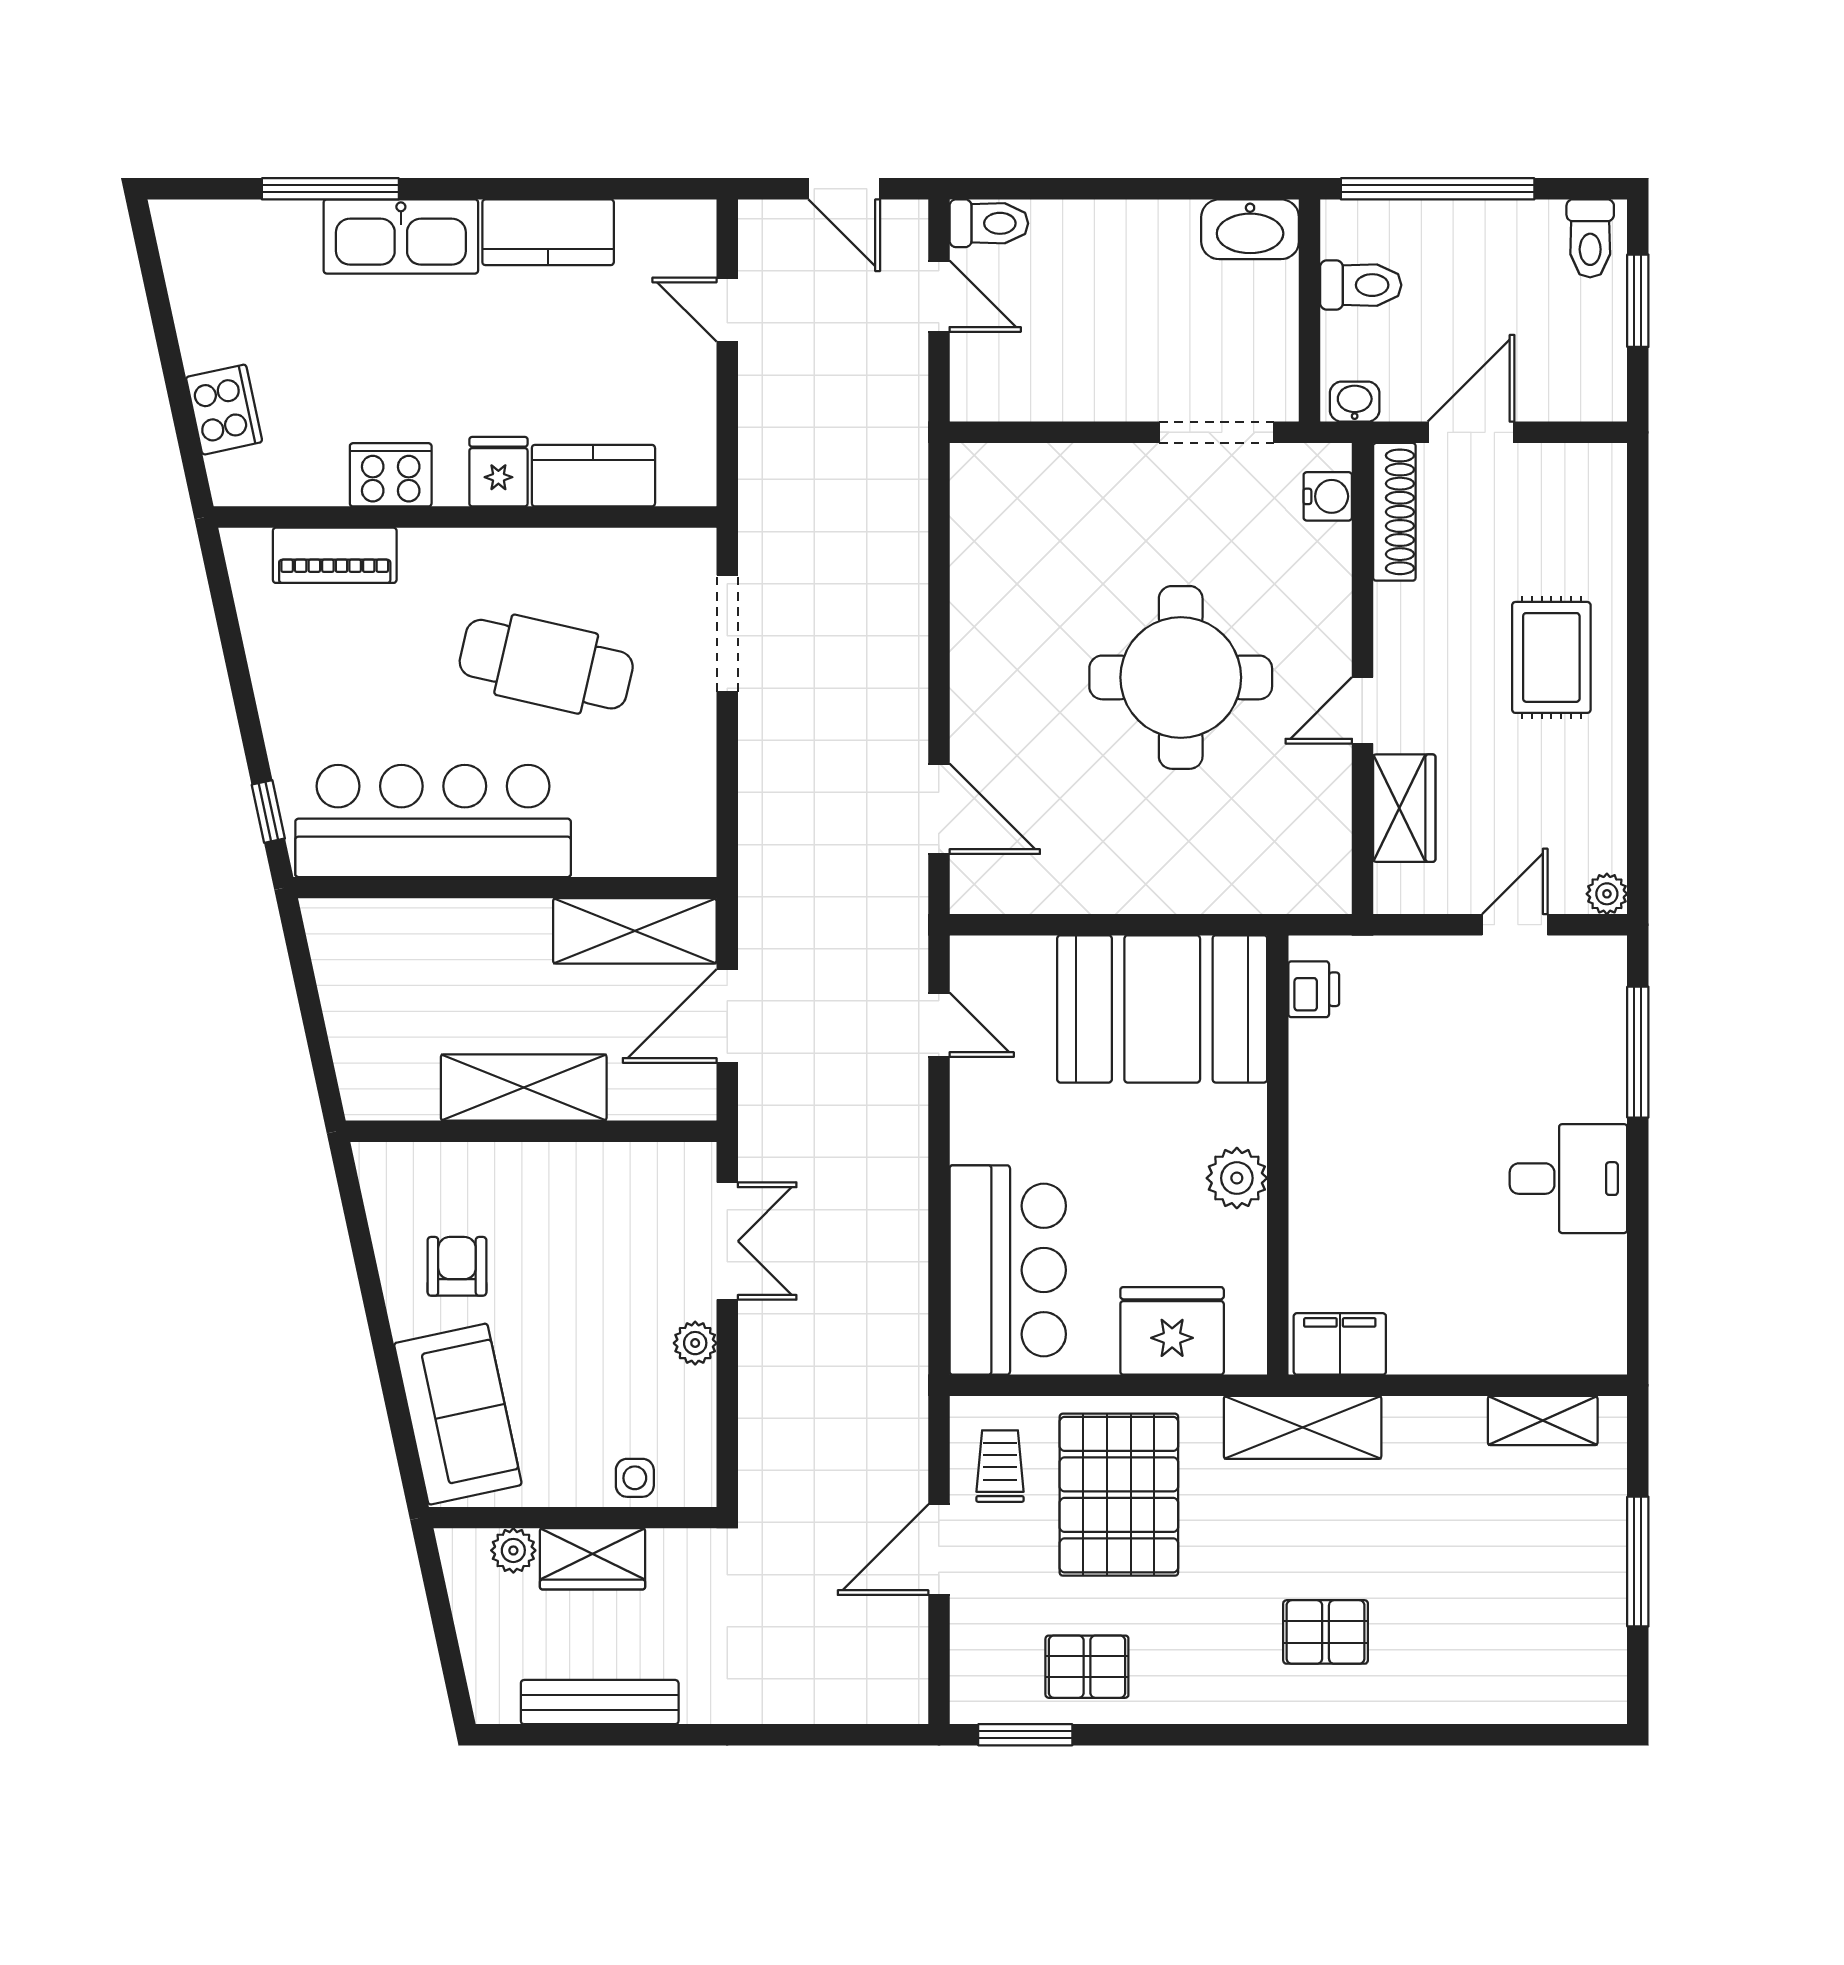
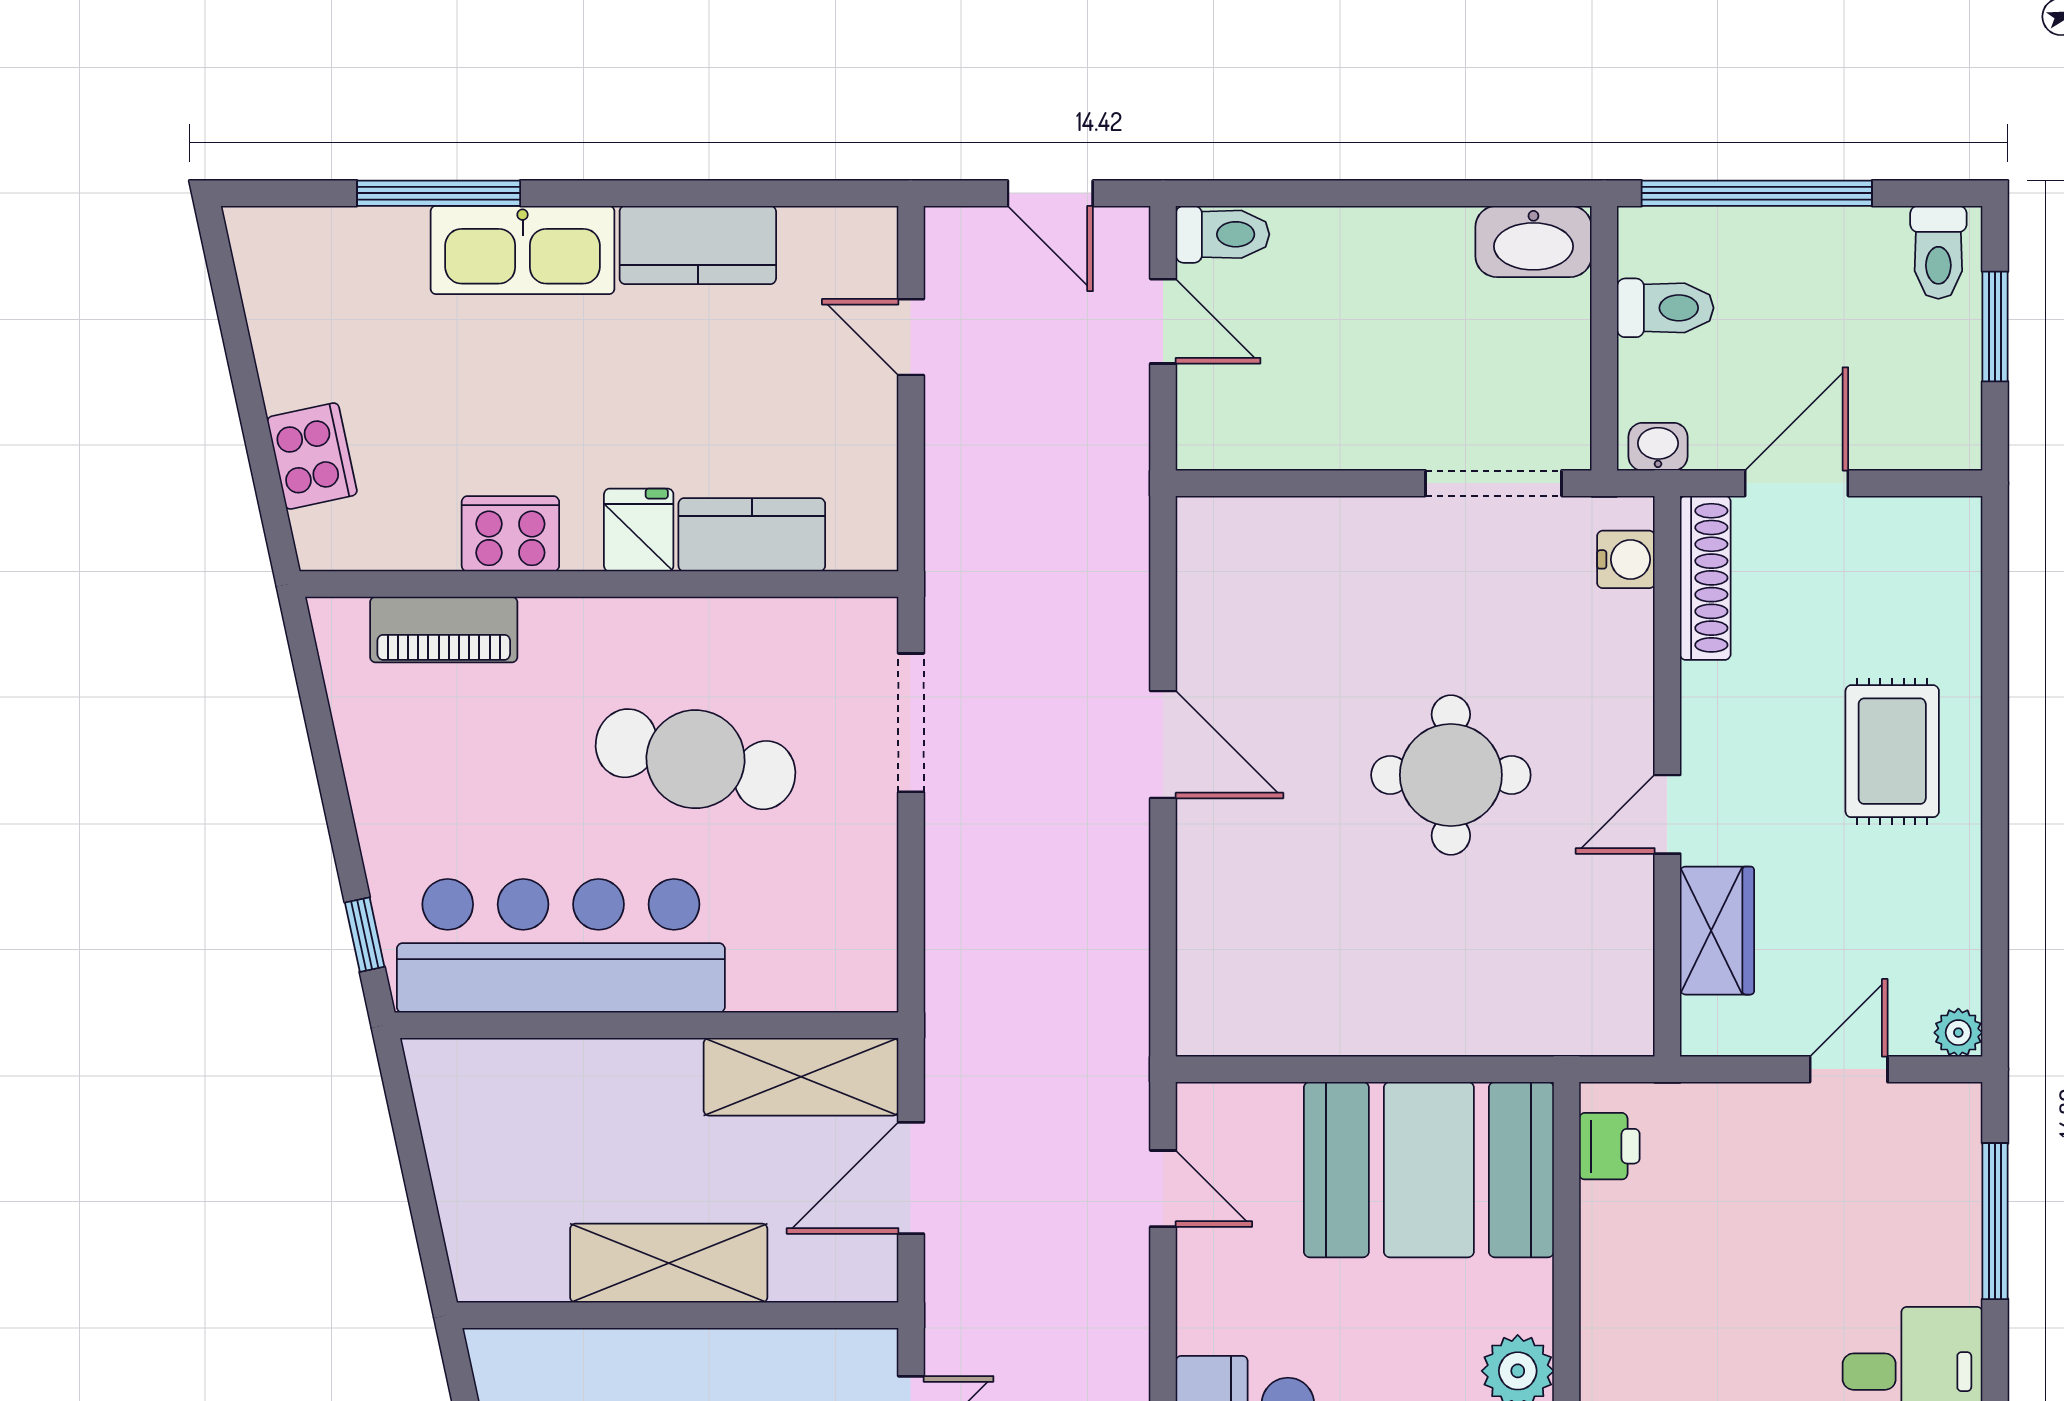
round table: (1181, 677) -> (1451, 775), width x0.73, depth x0.73
door: (939, 809) -> (1163, 745), moved

